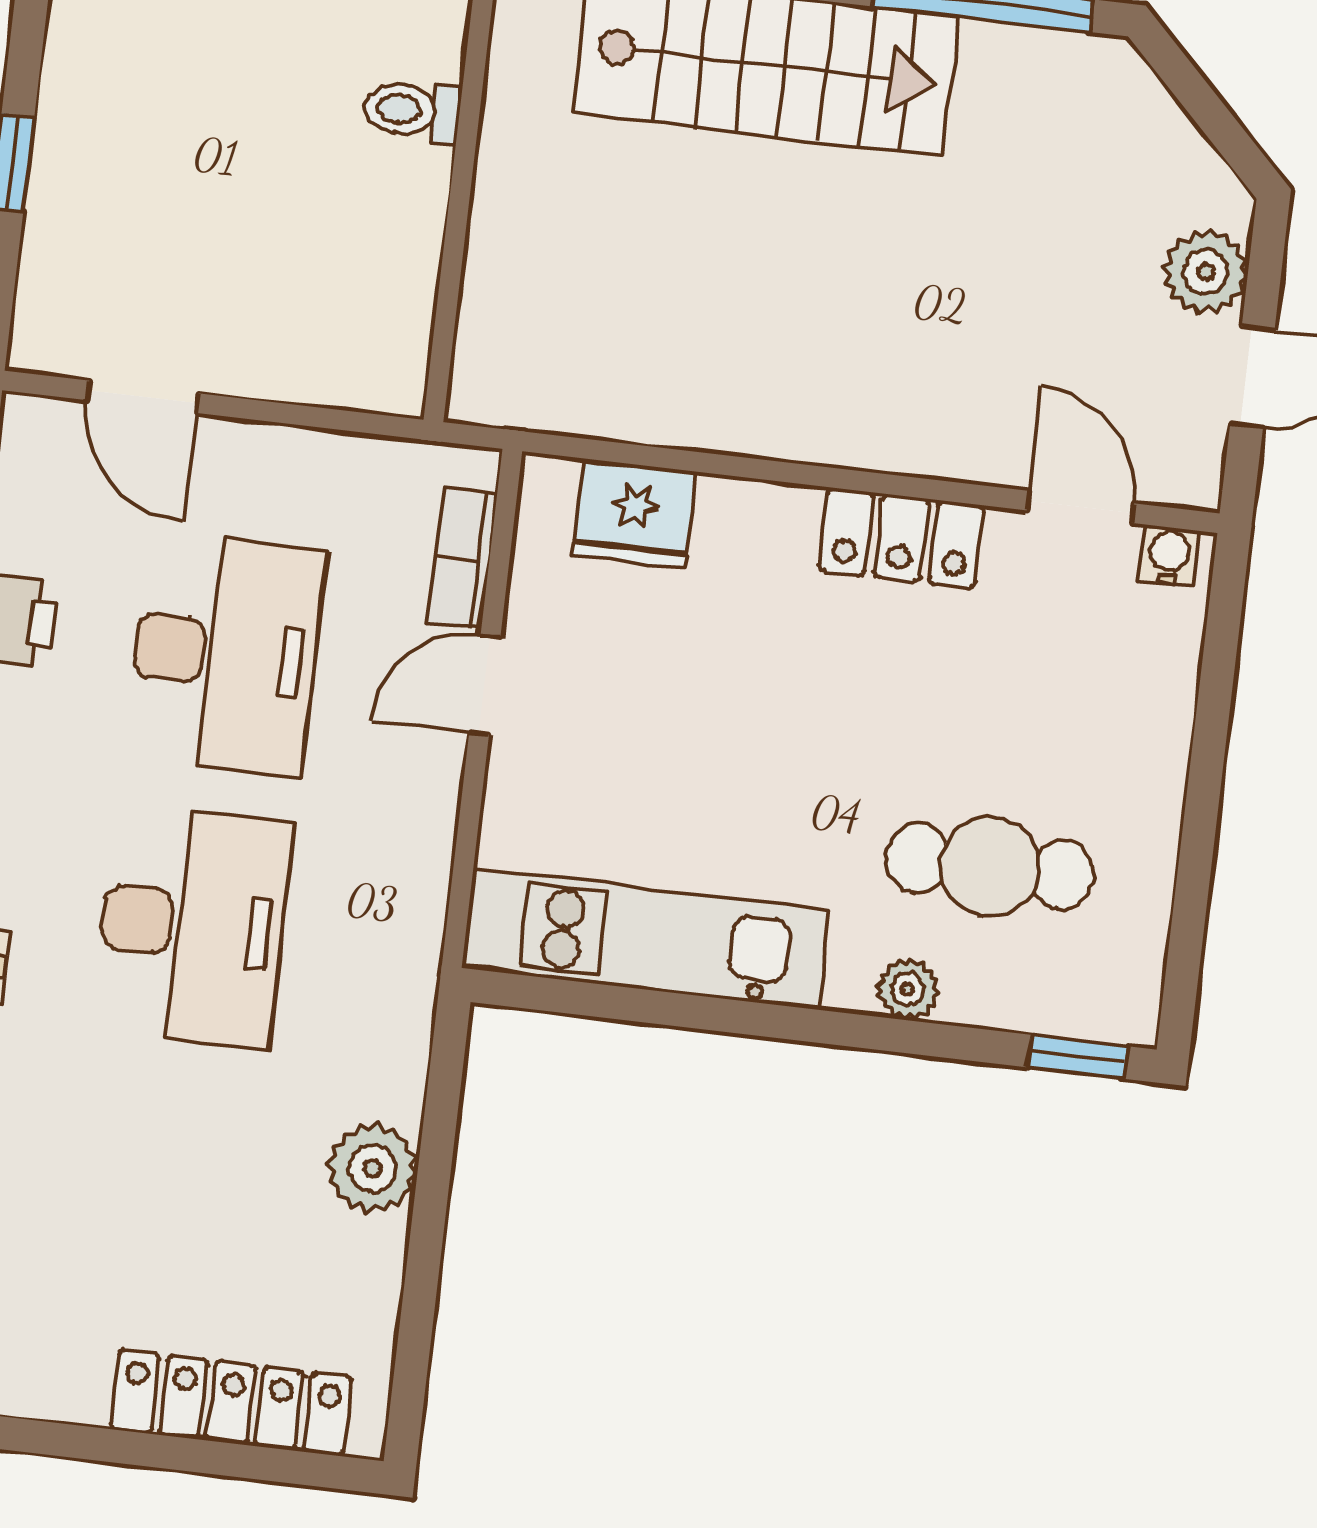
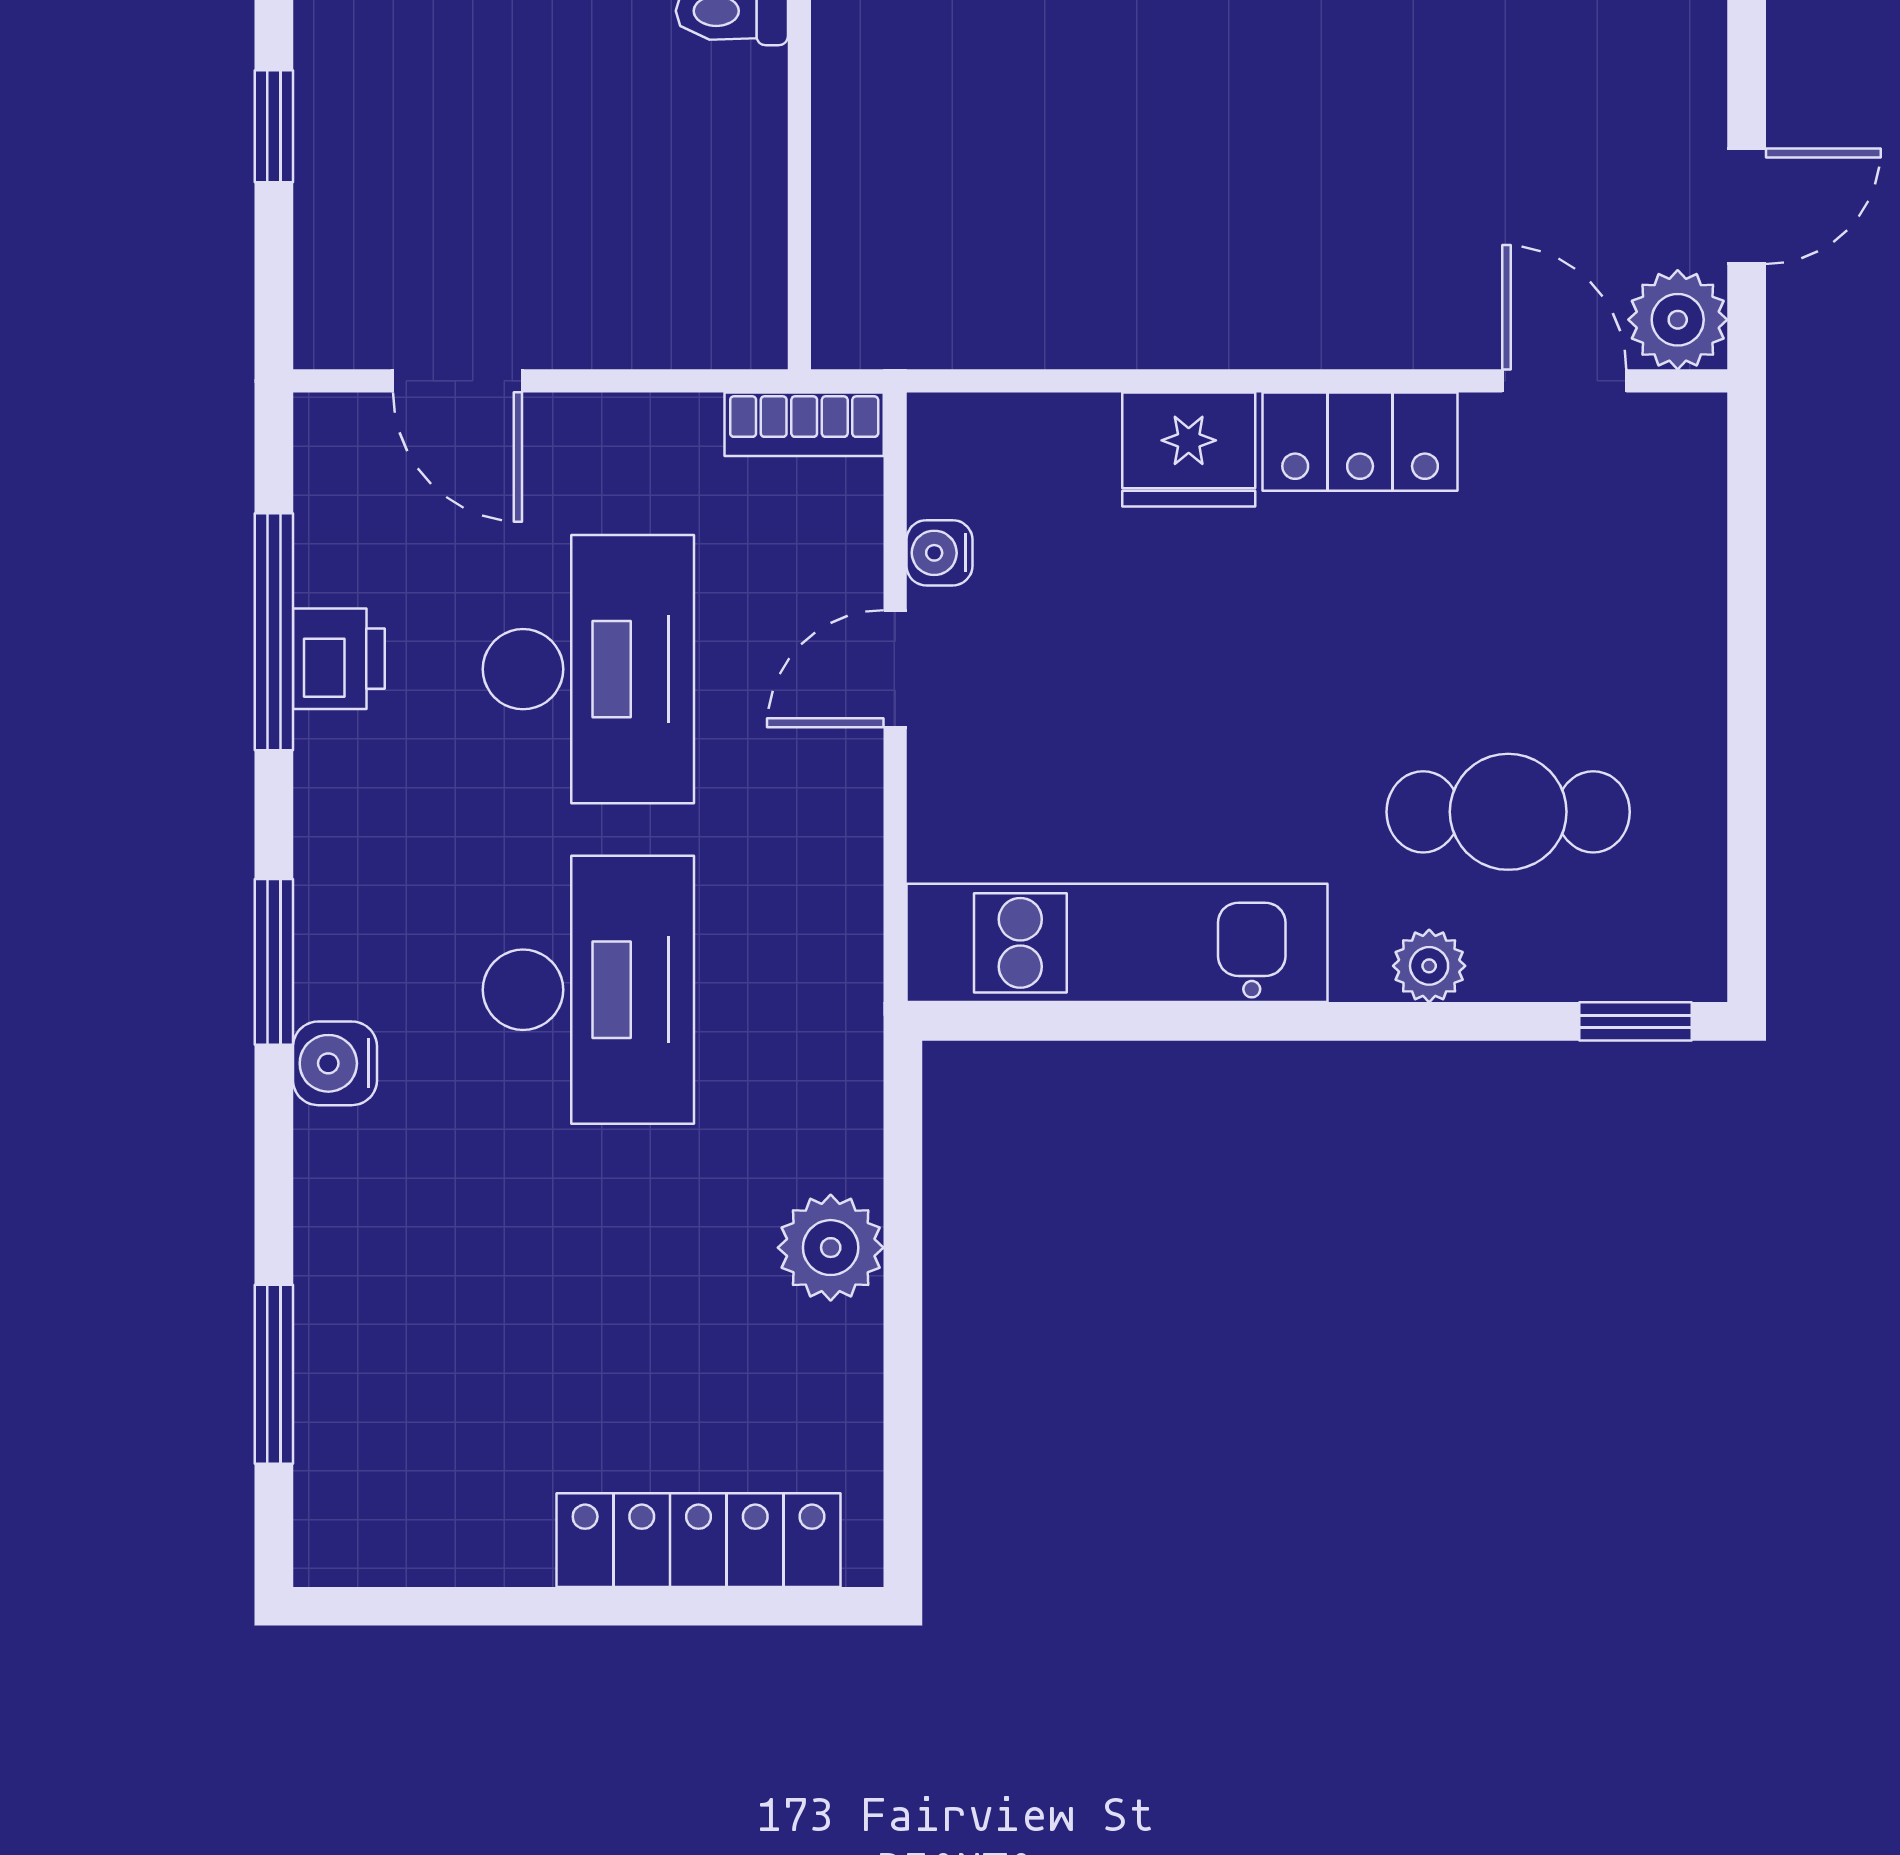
plant: (1206, 272) -> (1678, 320), moved
fridge: (635, 514) -> (1189, 450), moved
water cooler: (1169, 555) -> (939, 553), moved, turned -90
bookcase: (462, 558) -> (804, 424), moved, turned -90

